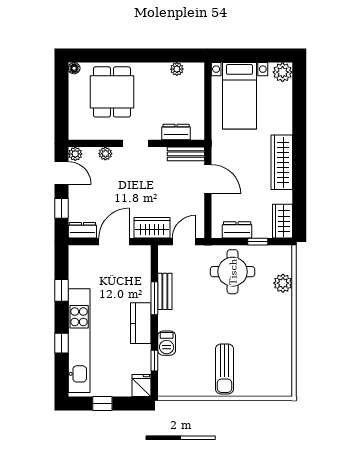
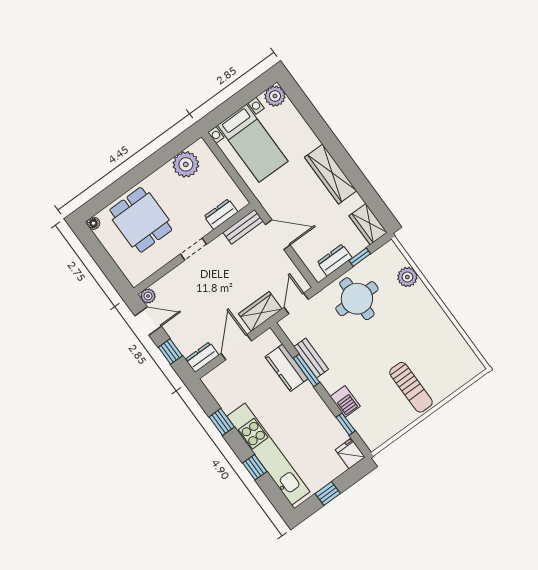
plant: (177, 69) -> (186, 164), width x1.88, depth x1.88
plant: (105, 154) -> (174, 277), removed
kitchen counter: (141, 323) -> (287, 368), moved

